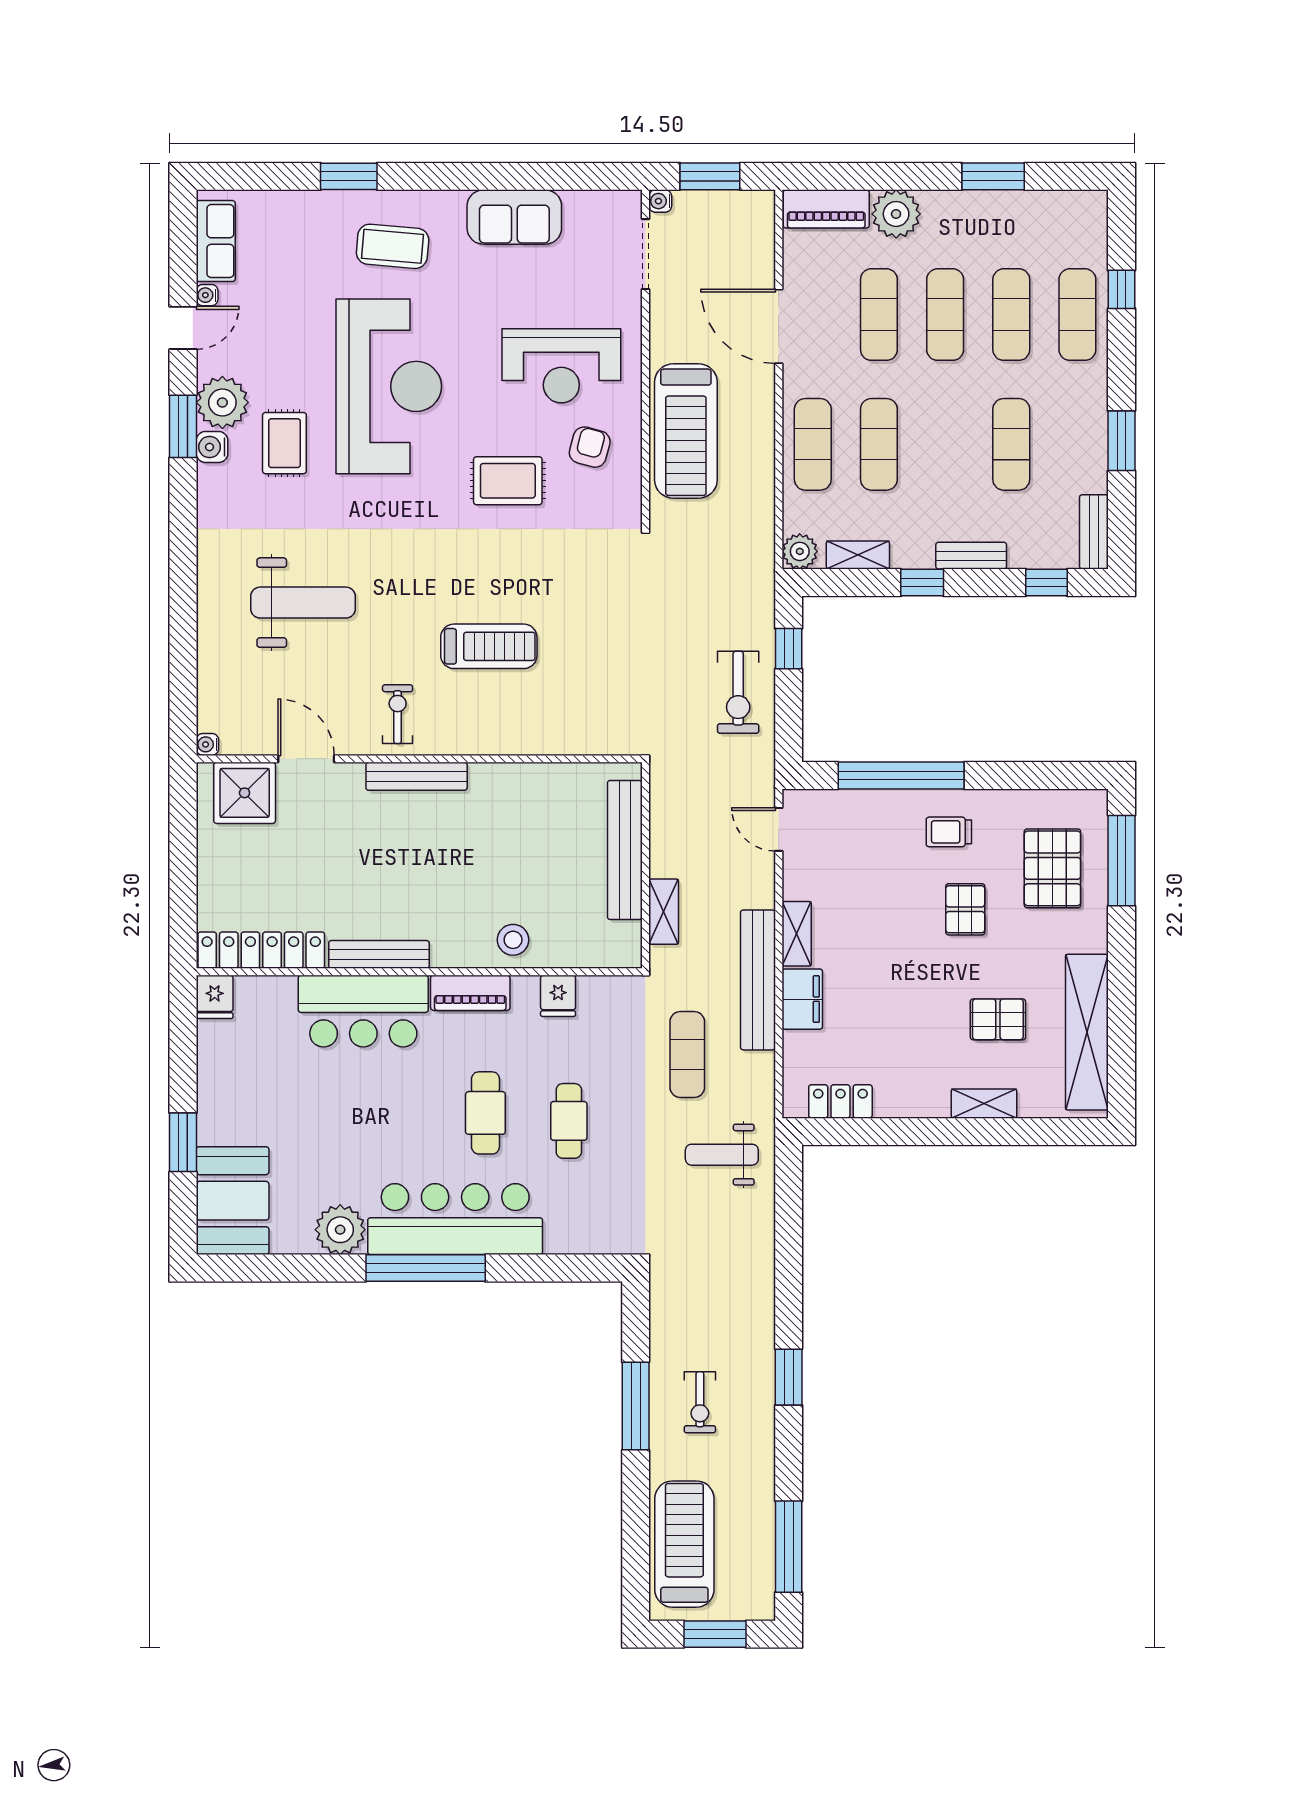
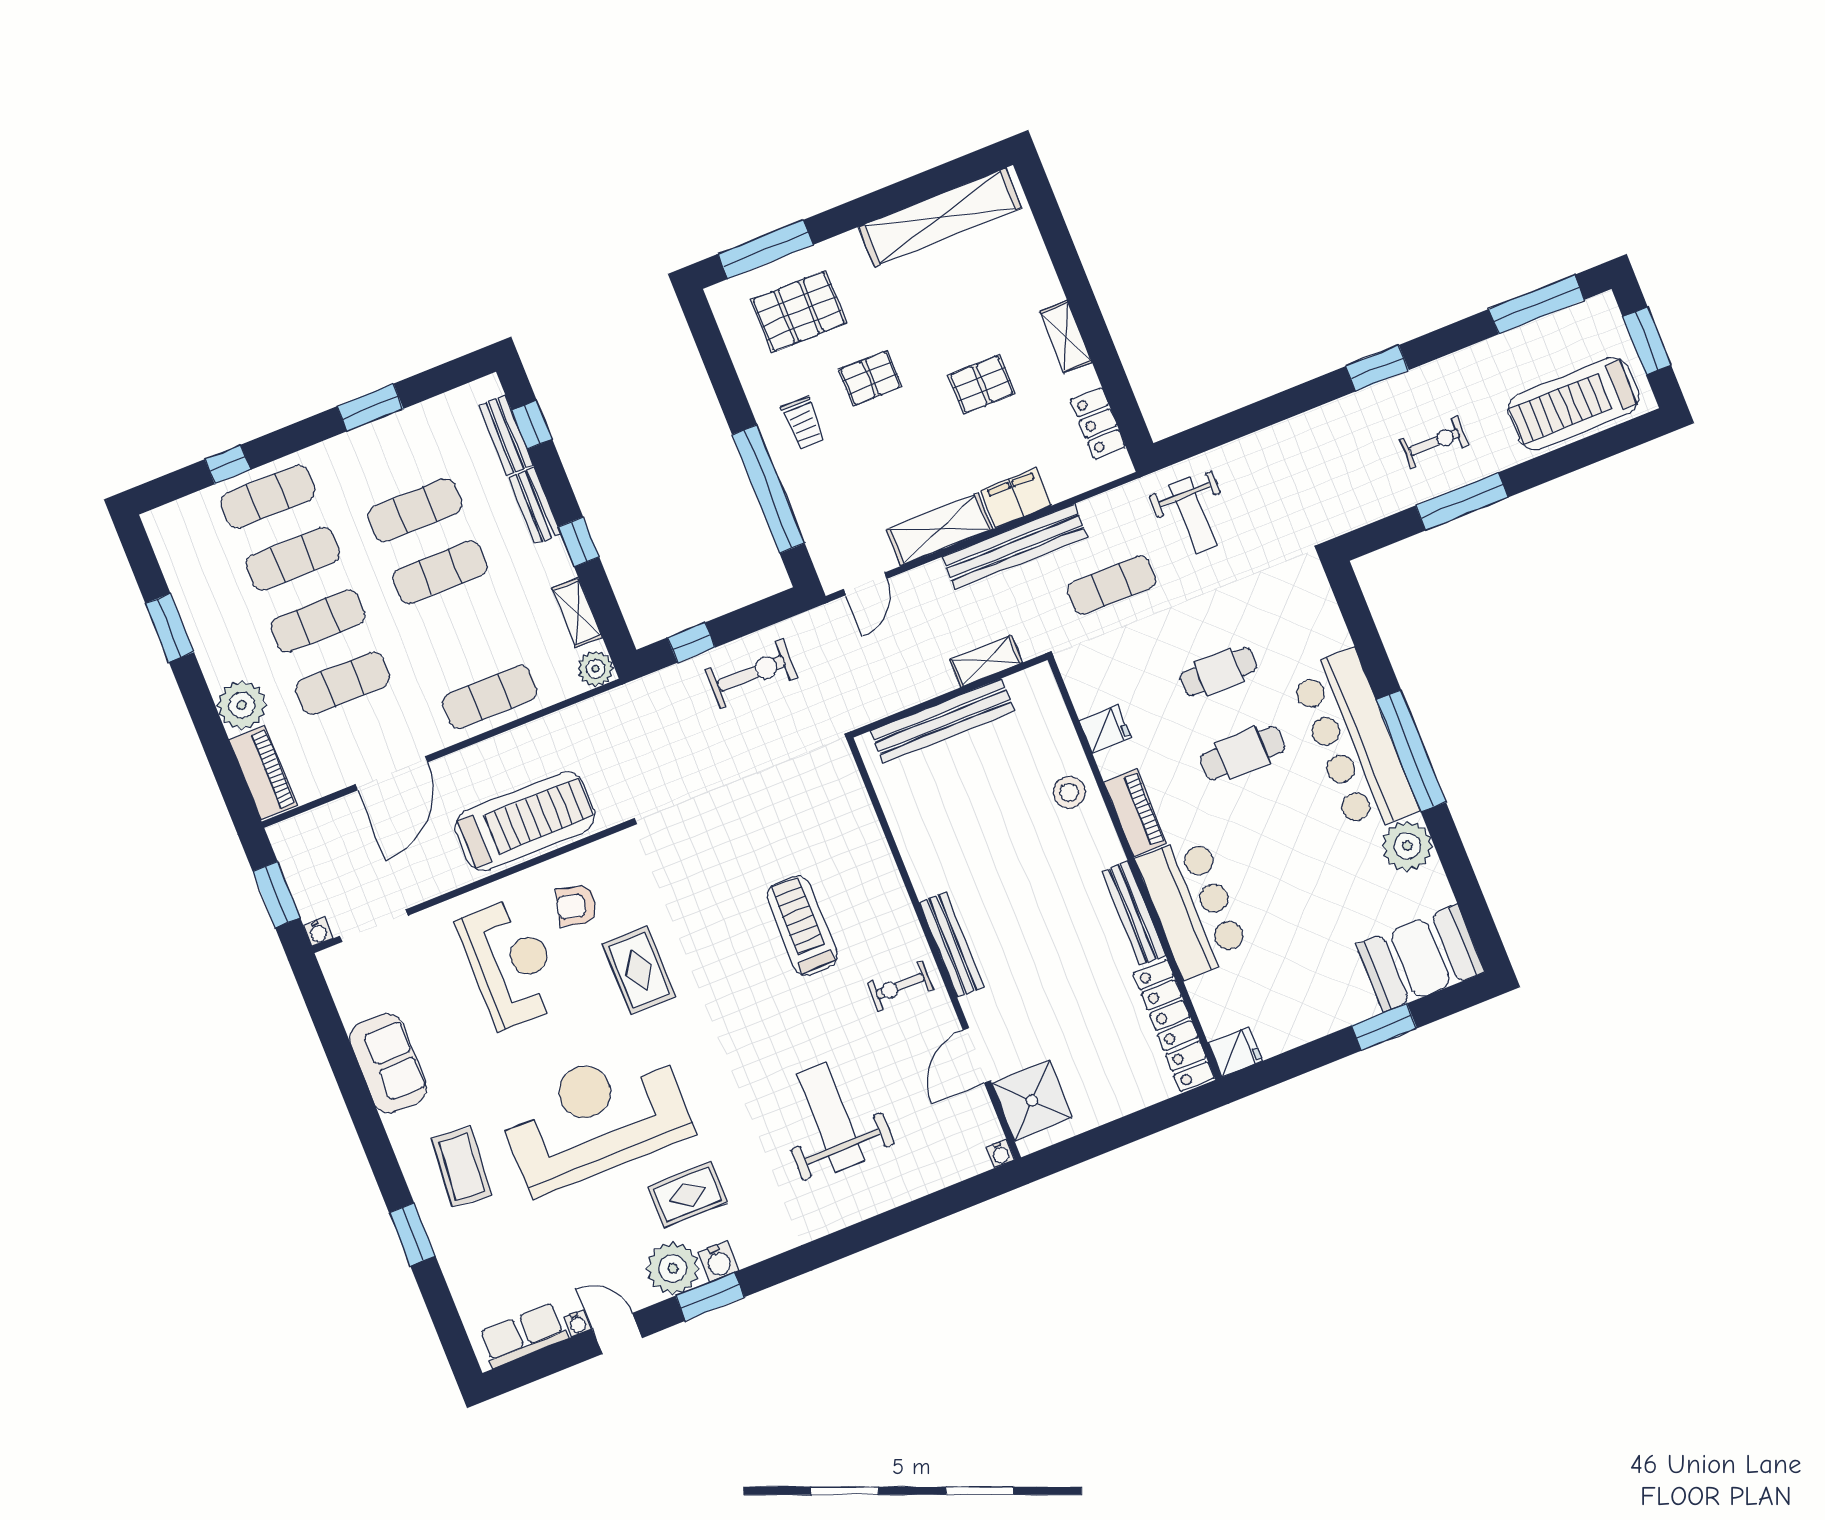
exercise mat: (879, 444) -> (440, 572), moved
bench: (1094, 532) -> (506, 435), moved, turned 90
shelving: (797, 934) -> (940, 529), width x1.50, depth x1.33
pallet: (998, 1019) -> (982, 384), moved, turned 90
shelving: (984, 1104) -> (1066, 337), moved

